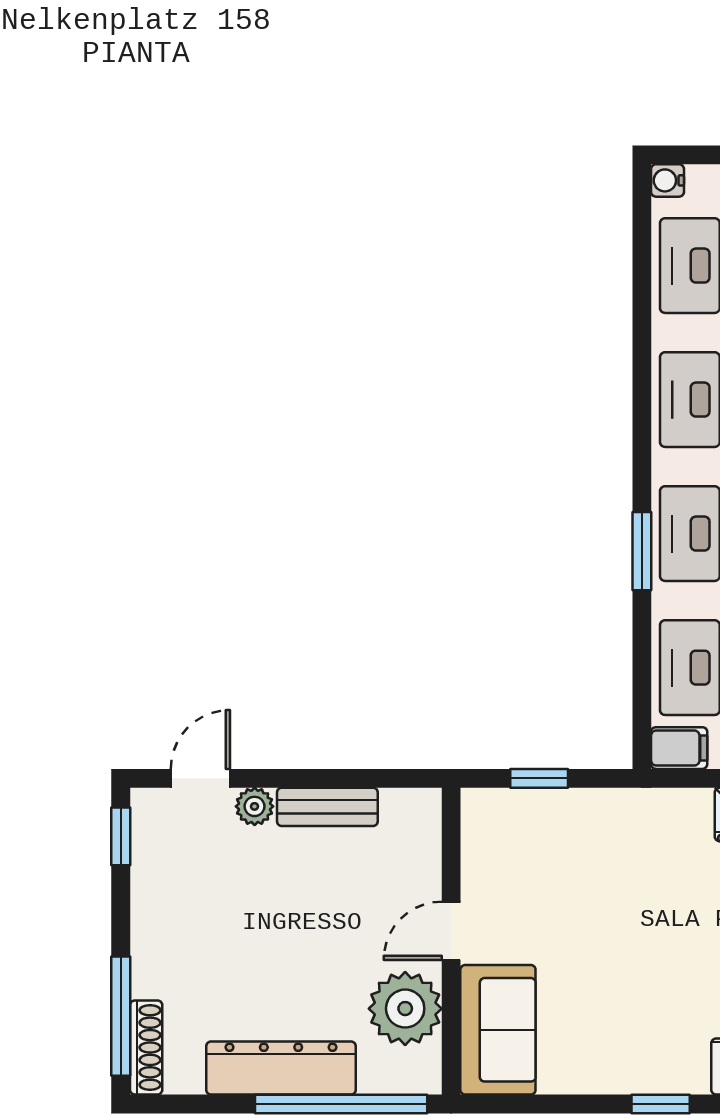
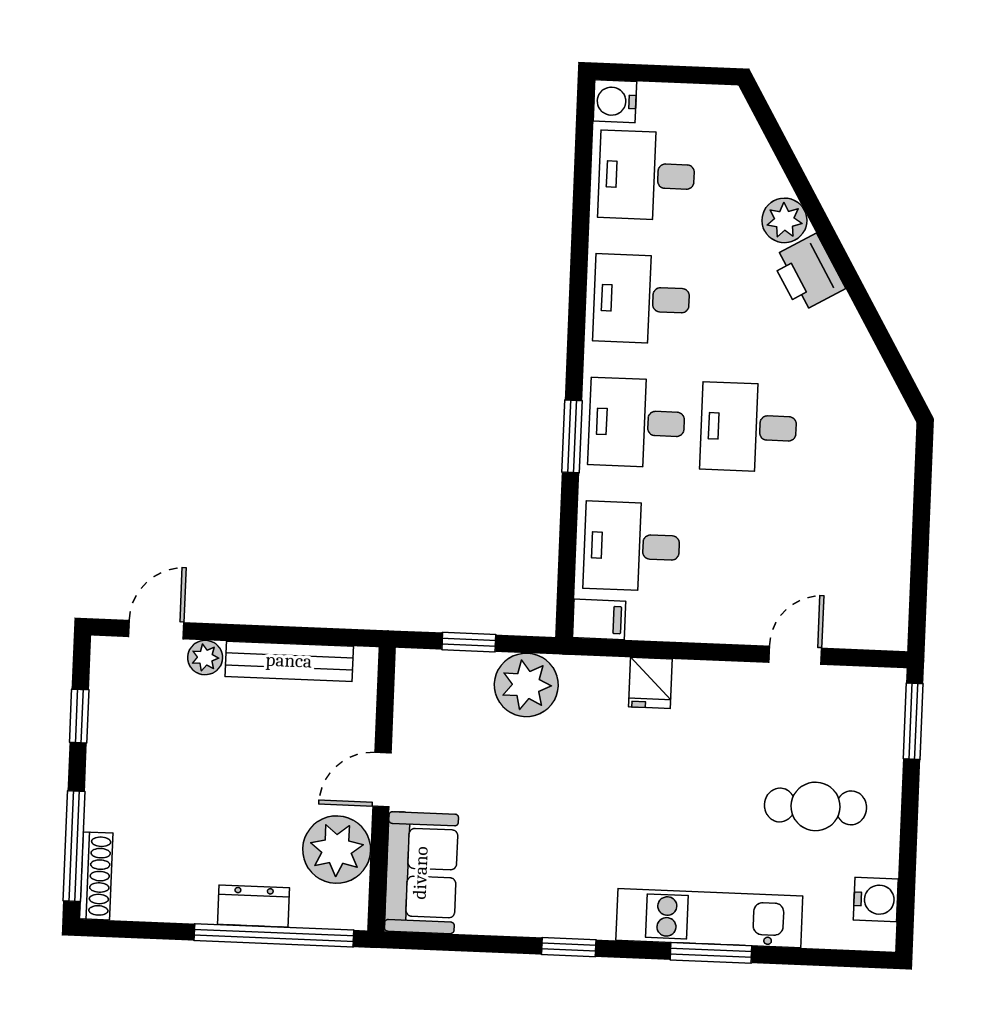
water cooler: (668, 180) -> (615, 101), width x1.38, depth x1.38
bench: (327, 807) -> (289, 661), width x1.36
plant: (603, 822) -> (526, 685), added
window: (121, 836) -> (79, 716), moved
dresser: (281, 1068) -> (253, 906), width x0.51, depth x0.80

